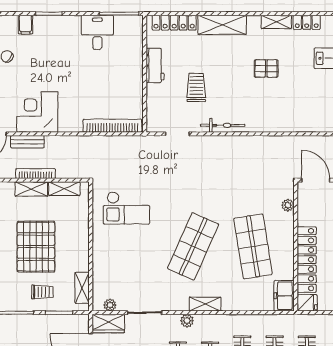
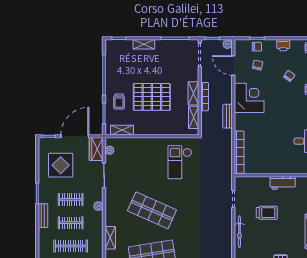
bench: (27, 142) -> (228, 116), moved
shelving: (205, 304) -> (110, 238), moved

